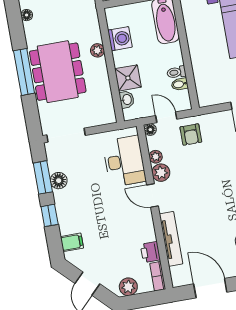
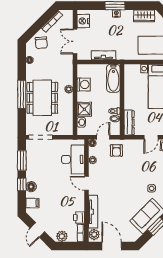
dresser: (203, 87) -> (129, 123), added
door: (166, 117) -> (103, 137), hinge flipped
plant: (161, 173) -> (94, 235), moved
floor lamp: (59, 181) -> (31, 187), moved

